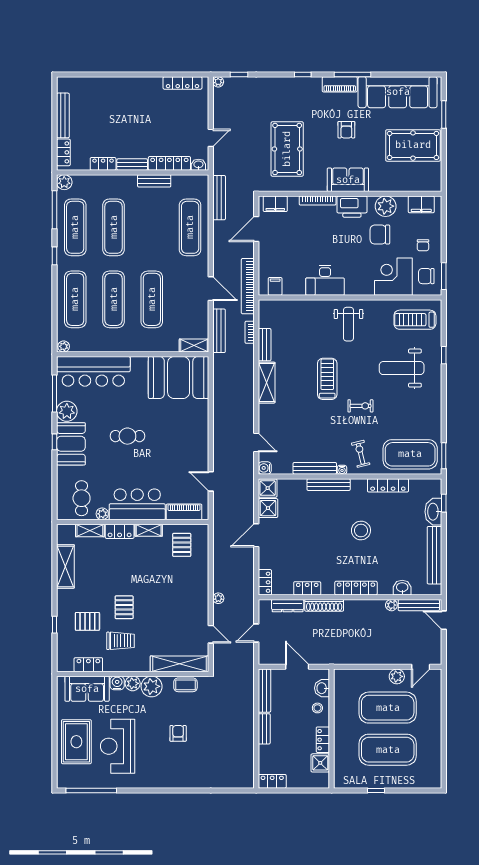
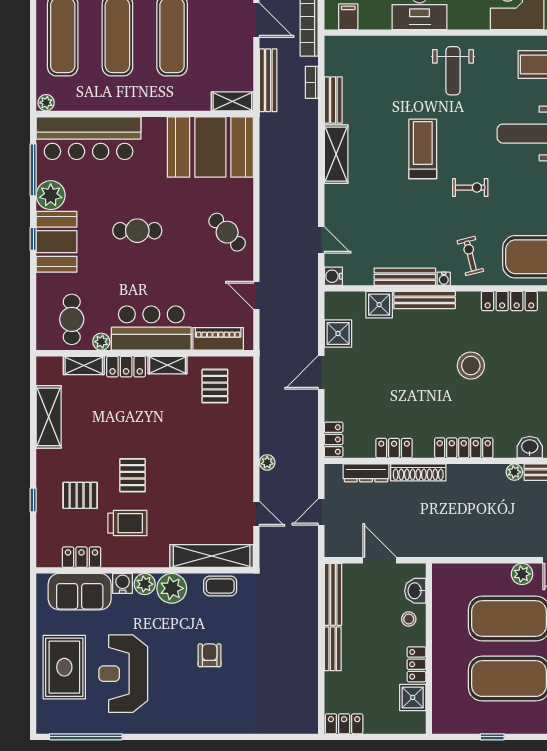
cafe table: (190, 437) -> (227, 232), added
shower: (268, 488) -> (379, 305), moved

